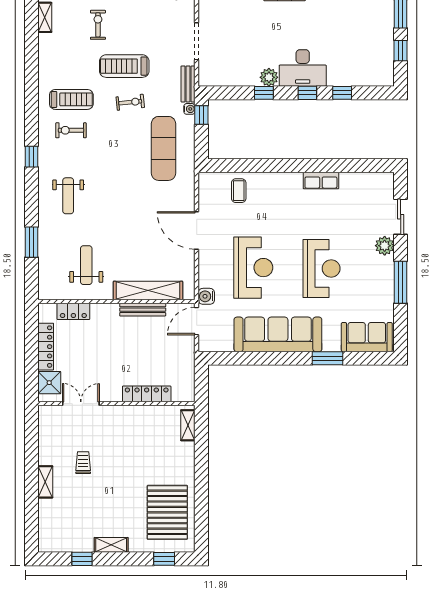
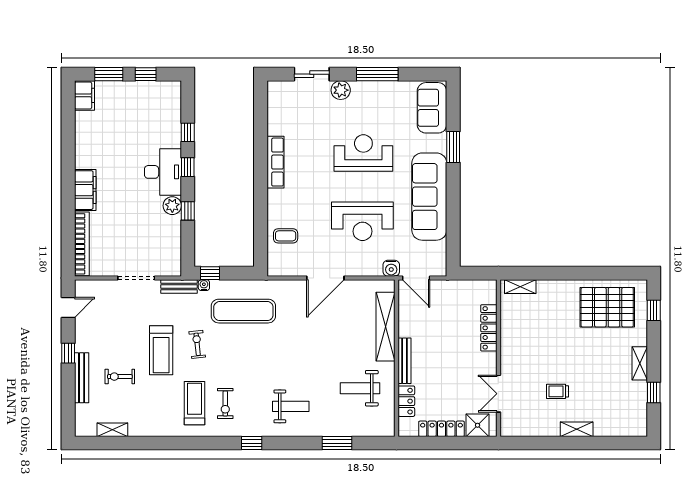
row of seats: (321, 181) -> (275, 162), width x1.48
reception desk: (253, 268) -> (362, 221), turned 180
bench: (143, 310) -> (405, 361), moved

